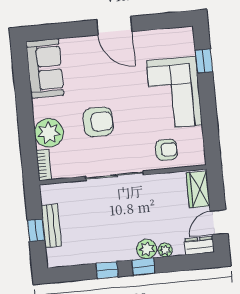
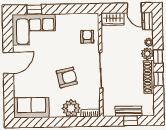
corner sofa: (174, 93) -> (34, 29), moved
armchair: (98, 122) -> (67, 77), turned 77
shoe rack: (109, 254) -> (149, 77), added

